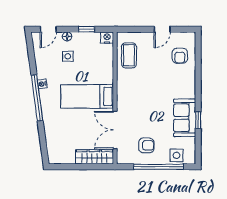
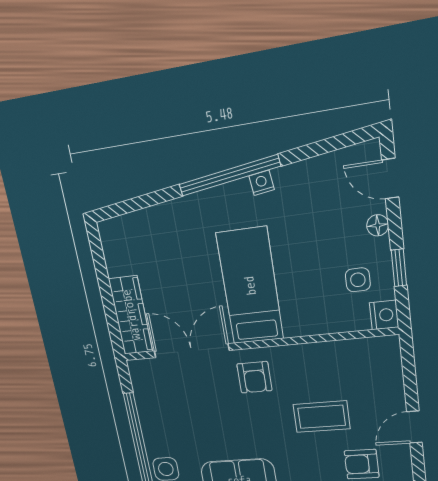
door: (162, 29) -> (414, 427), hinge flipped
coffee table: (129, 55) -> (322, 417), moved
side table: (68, 56) -> (358, 280), moved
armchair: (146, 145) -> (254, 377), moved

